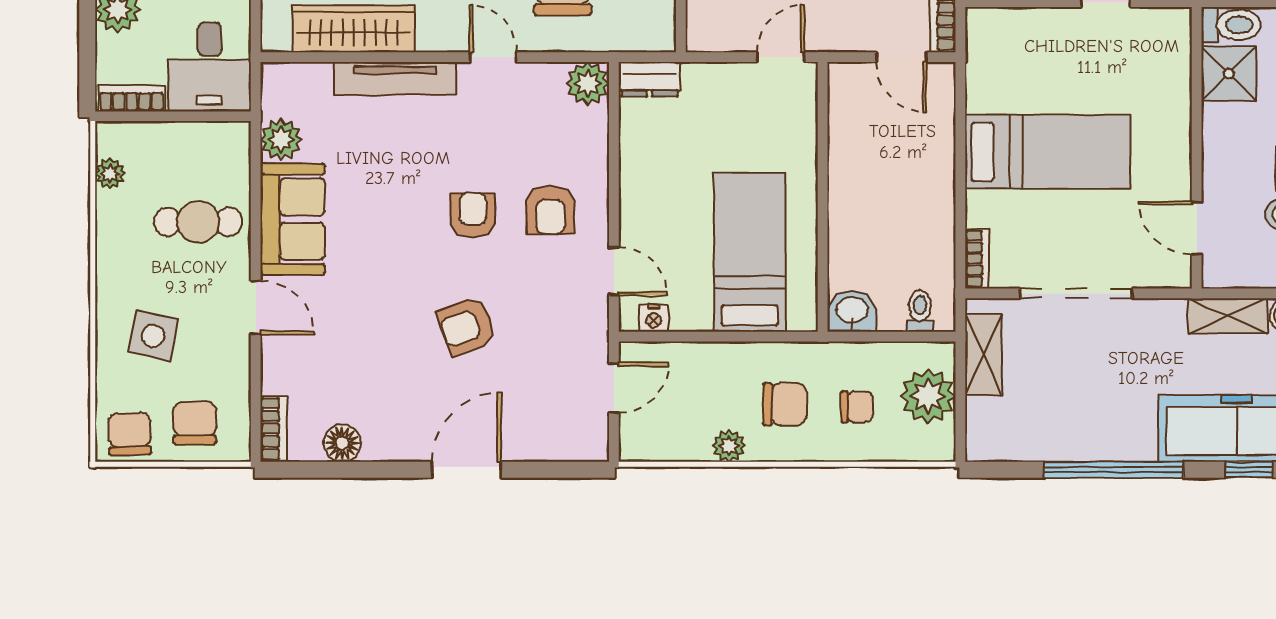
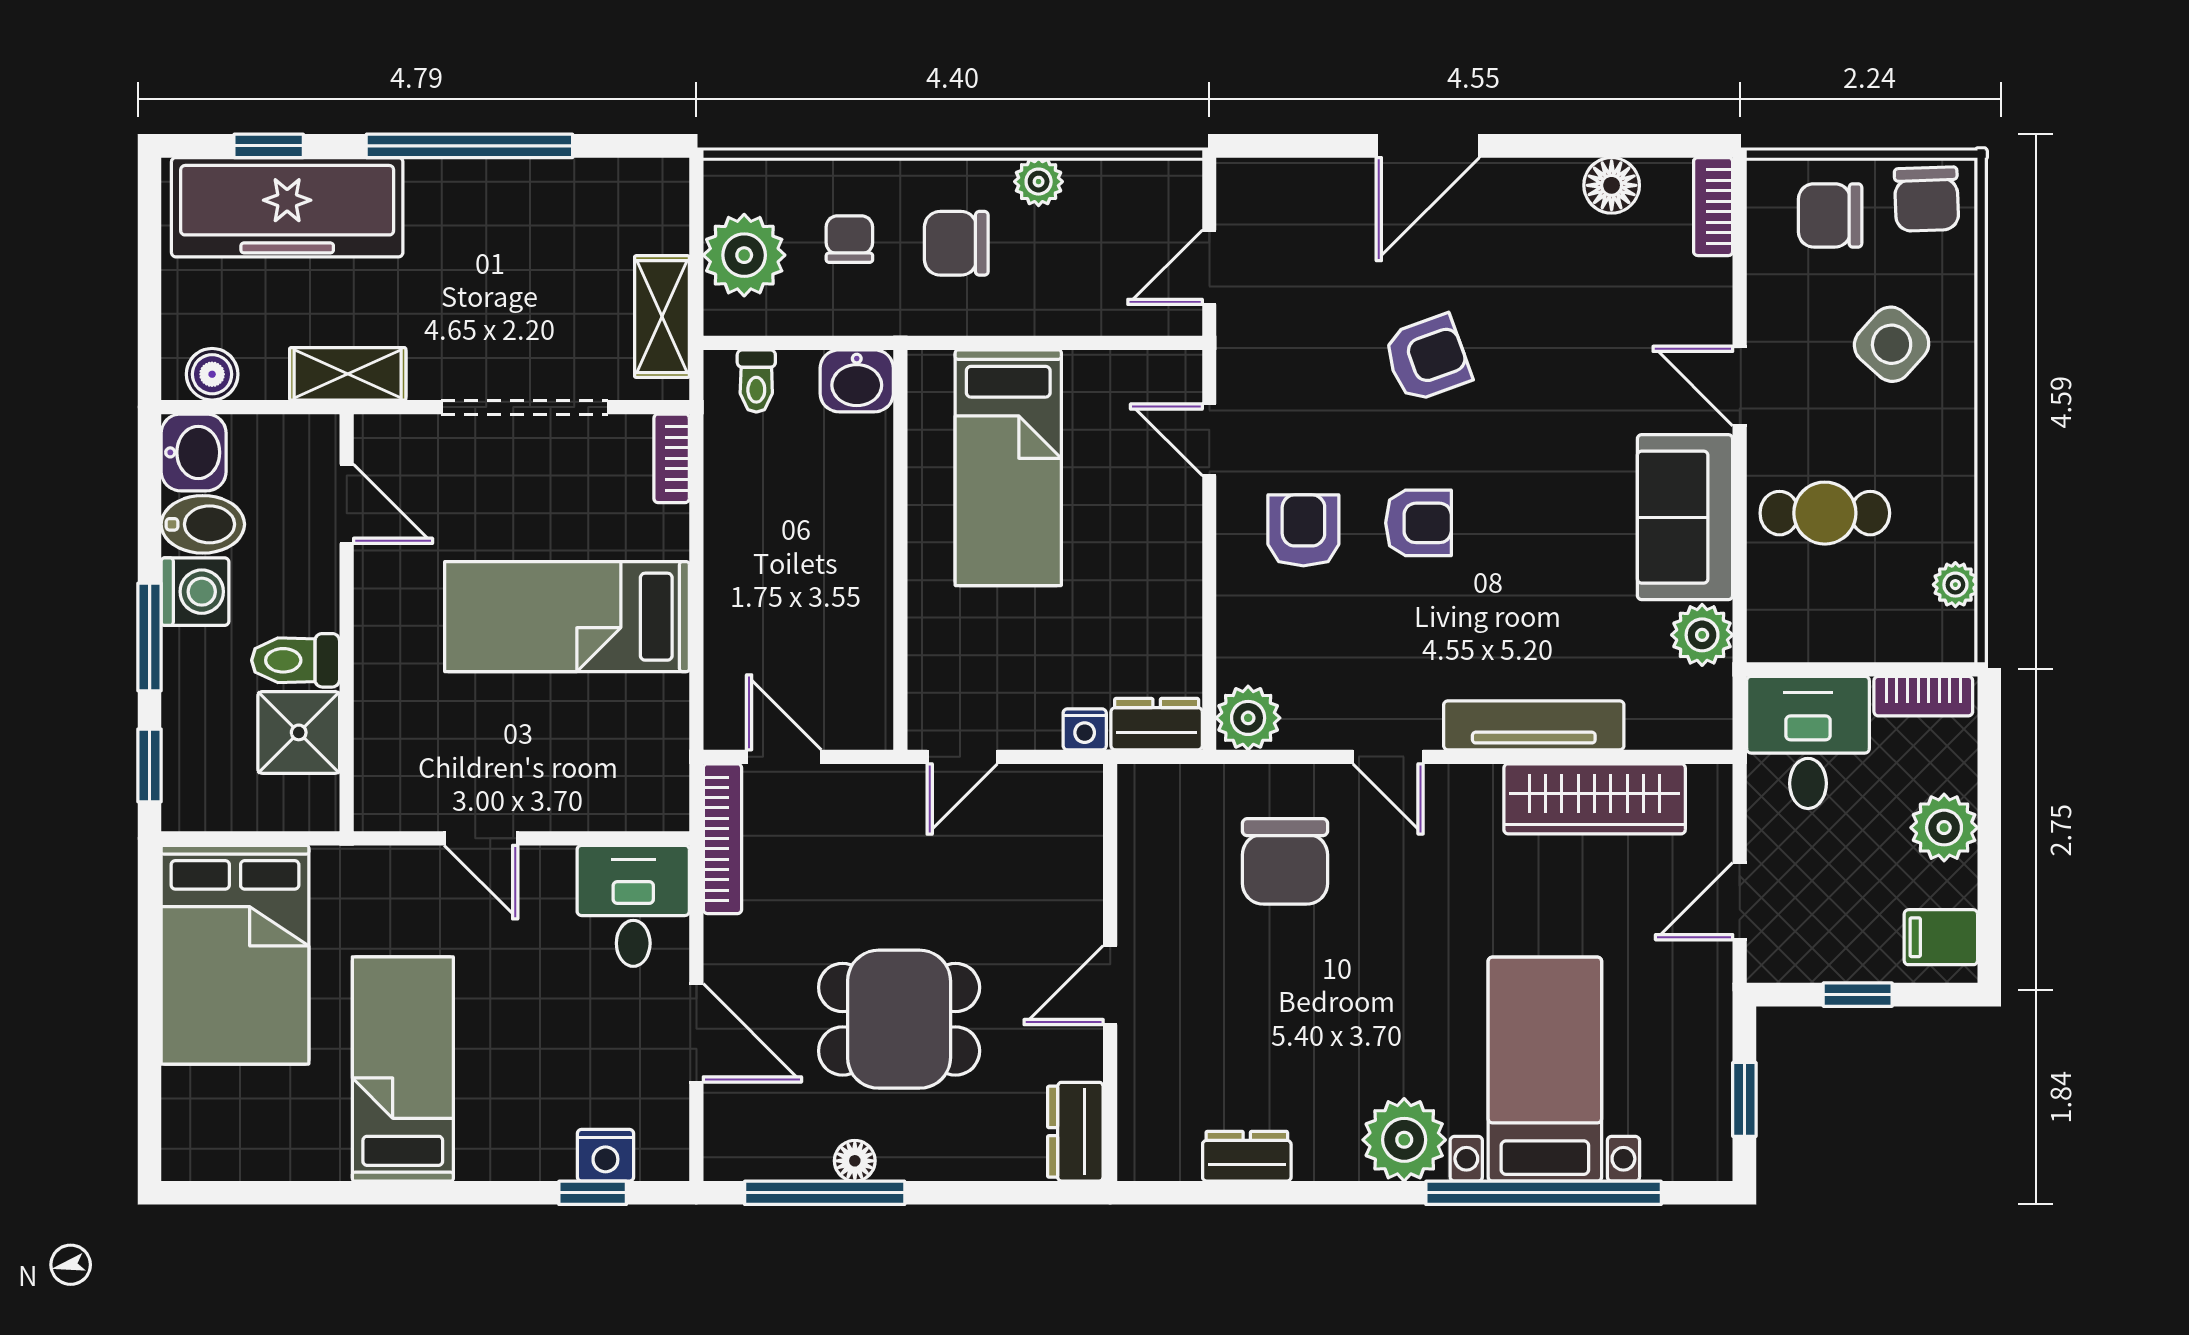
toilet: (1231, 25) -> (296, 660), moved
armchair: (473, 215) -> (1418, 523), turned -90
shelving: (1228, 316) -> (348, 374), moved
nightstand: (654, 318) -> (1085, 729), moved, turned 180
side table: (153, 336) -> (1892, 344), turned 30
chair: (857, 407) -> (849, 239), turned 90
chair: (195, 423) -> (1830, 215), turned 90

